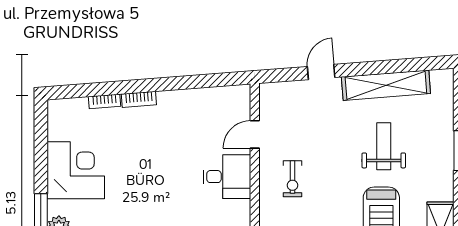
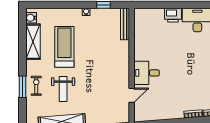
exercise bike: (292, 179) -> (36, 86), moved

